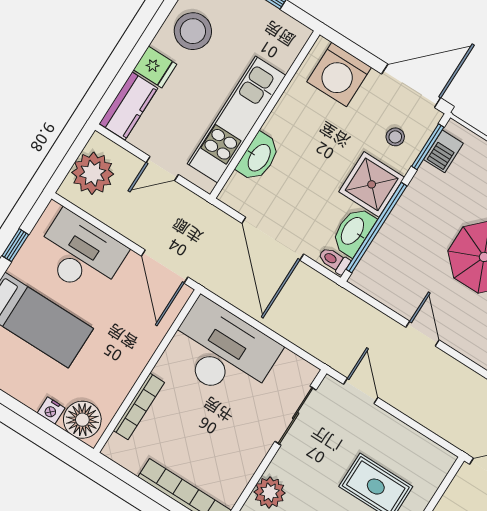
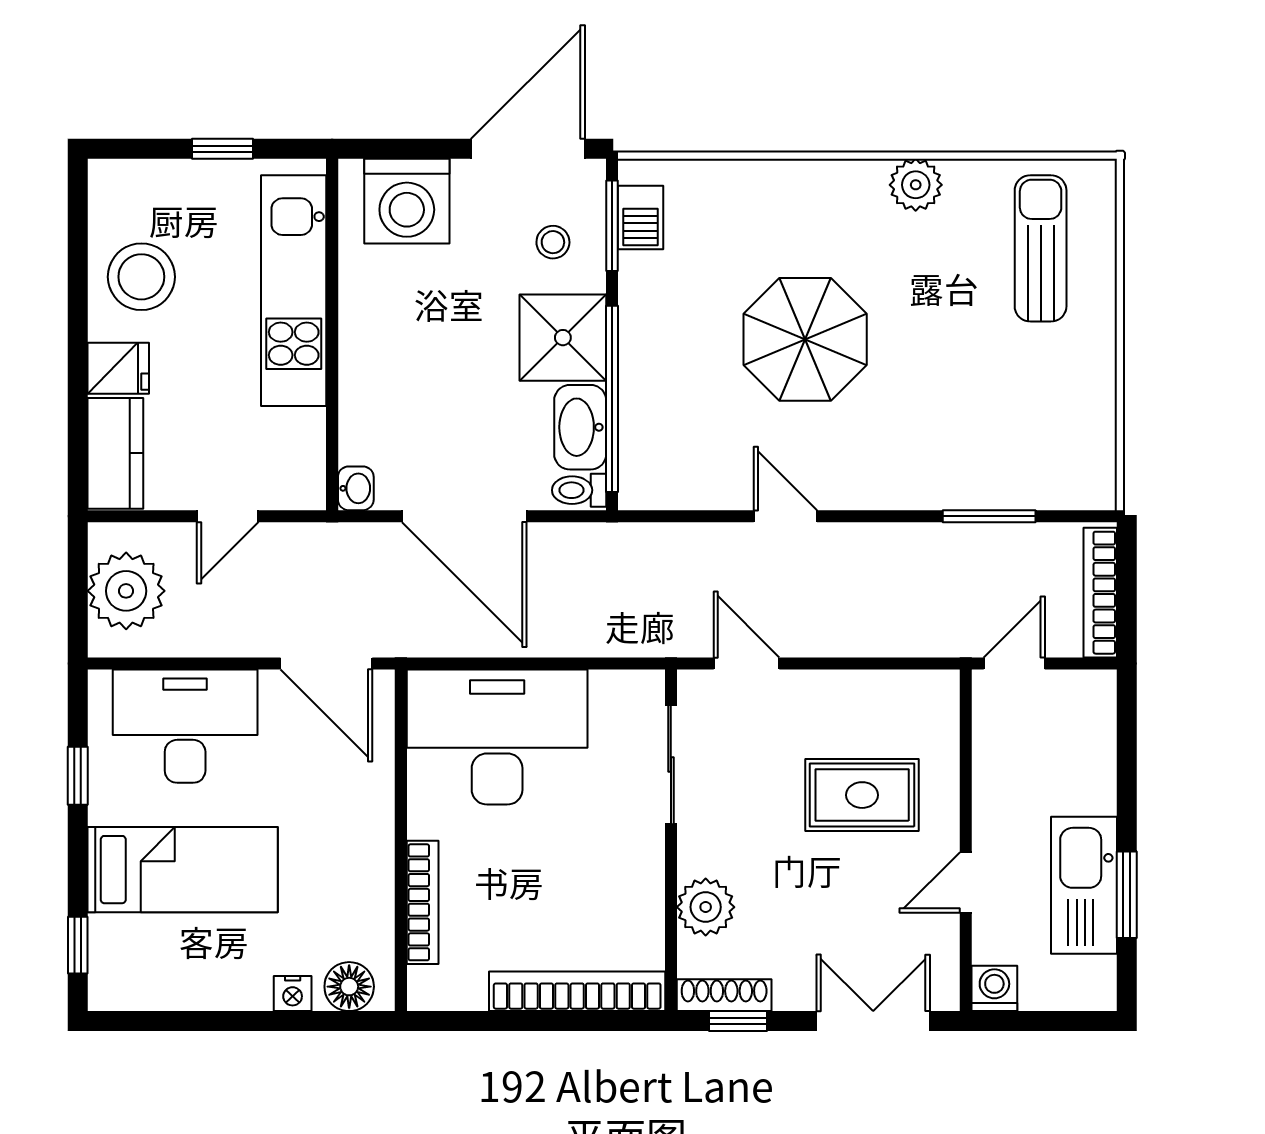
kitchen unit: (237, 119) -> (294, 291), moved
washbasin: (258, 157) -> (356, 488), moved, width x0.52, depth x0.69
floor lamp: (82, 420) -> (349, 987), width x0.73, depth x0.73

